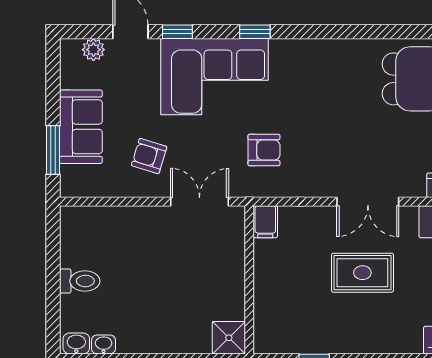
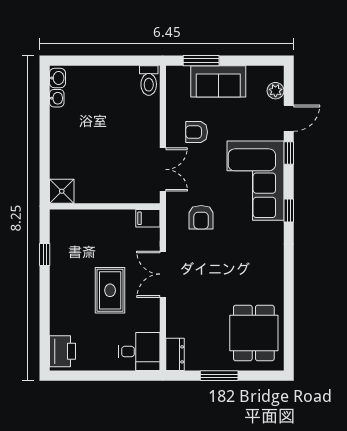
armchair: (149, 156) -> (197, 132), turned -107
double door: (368, 202) -> (163, 274), moved
toilet: (80, 281) -> (149, 80), moved

